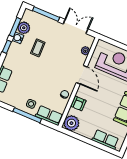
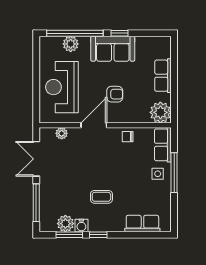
coffee table: (38, 48) -> (101, 197), moved
armchair: (79, 104) -> (115, 94), moved
row of seats: (105, 139) -> (163, 76), moved

